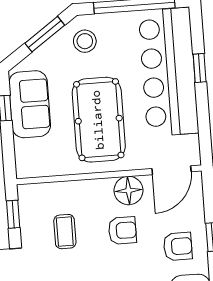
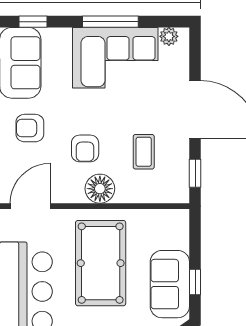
floor lamp: (128, 190) -> (100, 189), moved
armchair: (122, 230) -> (85, 148), turned -90

